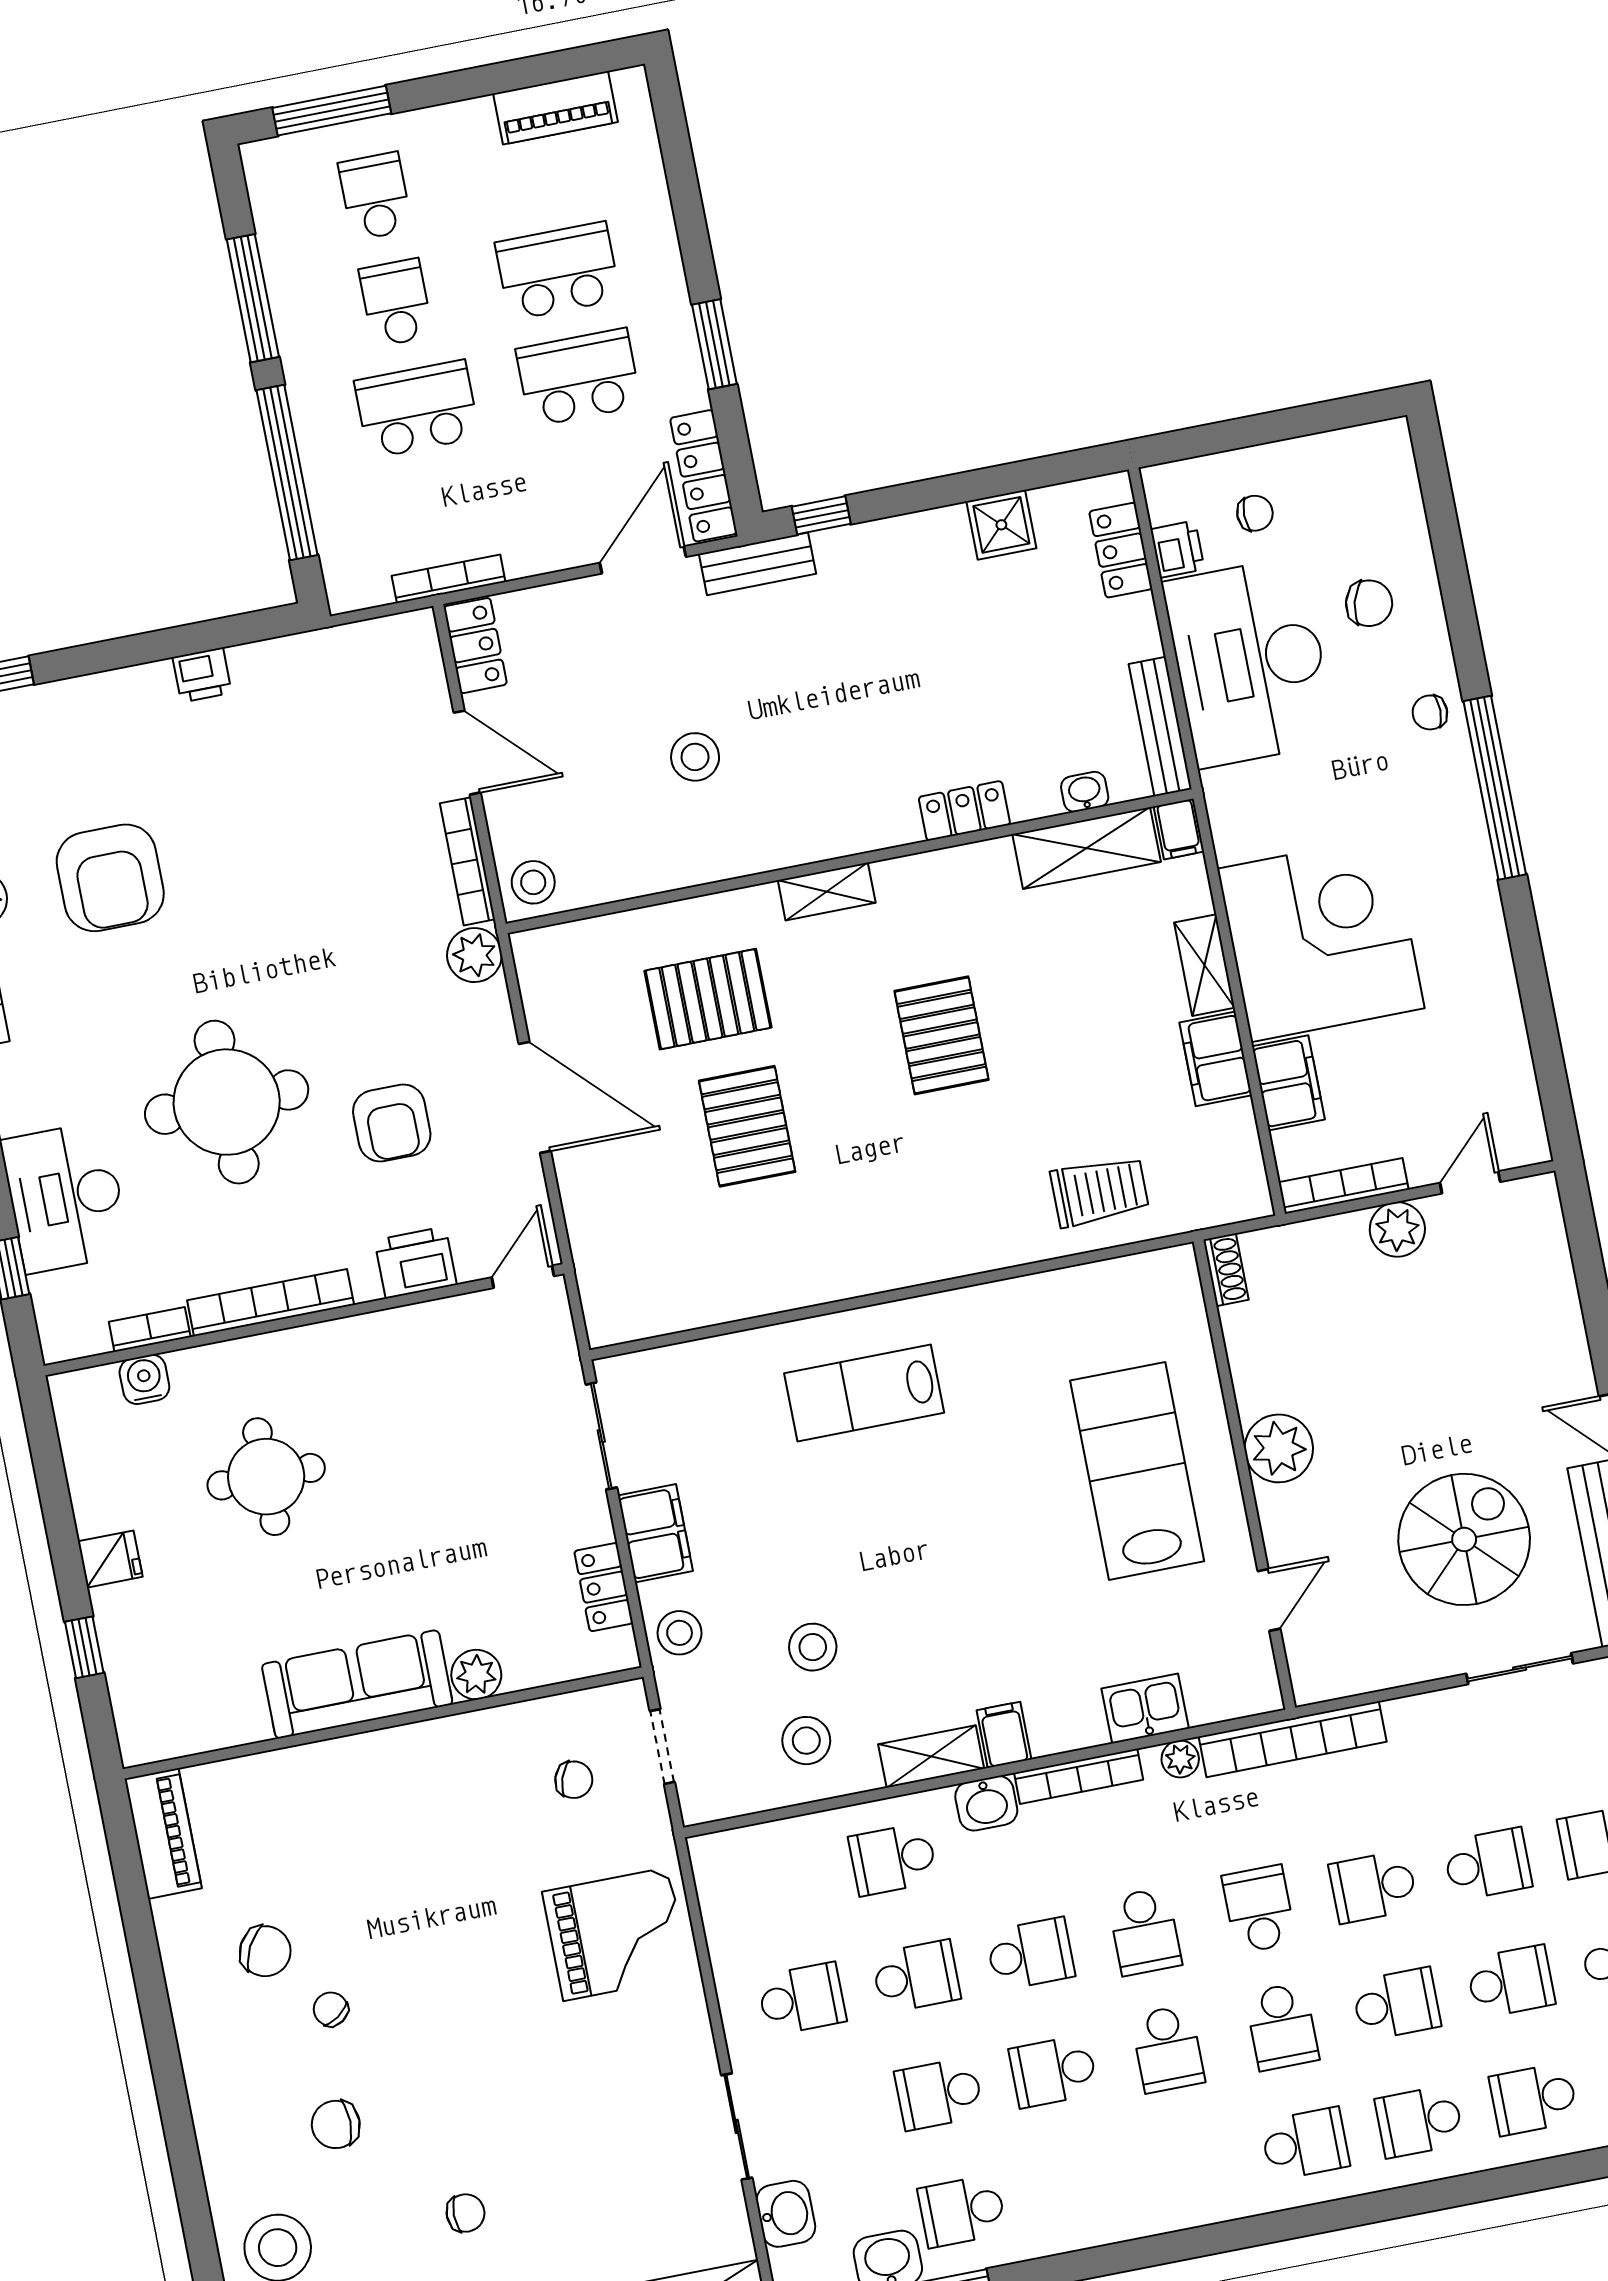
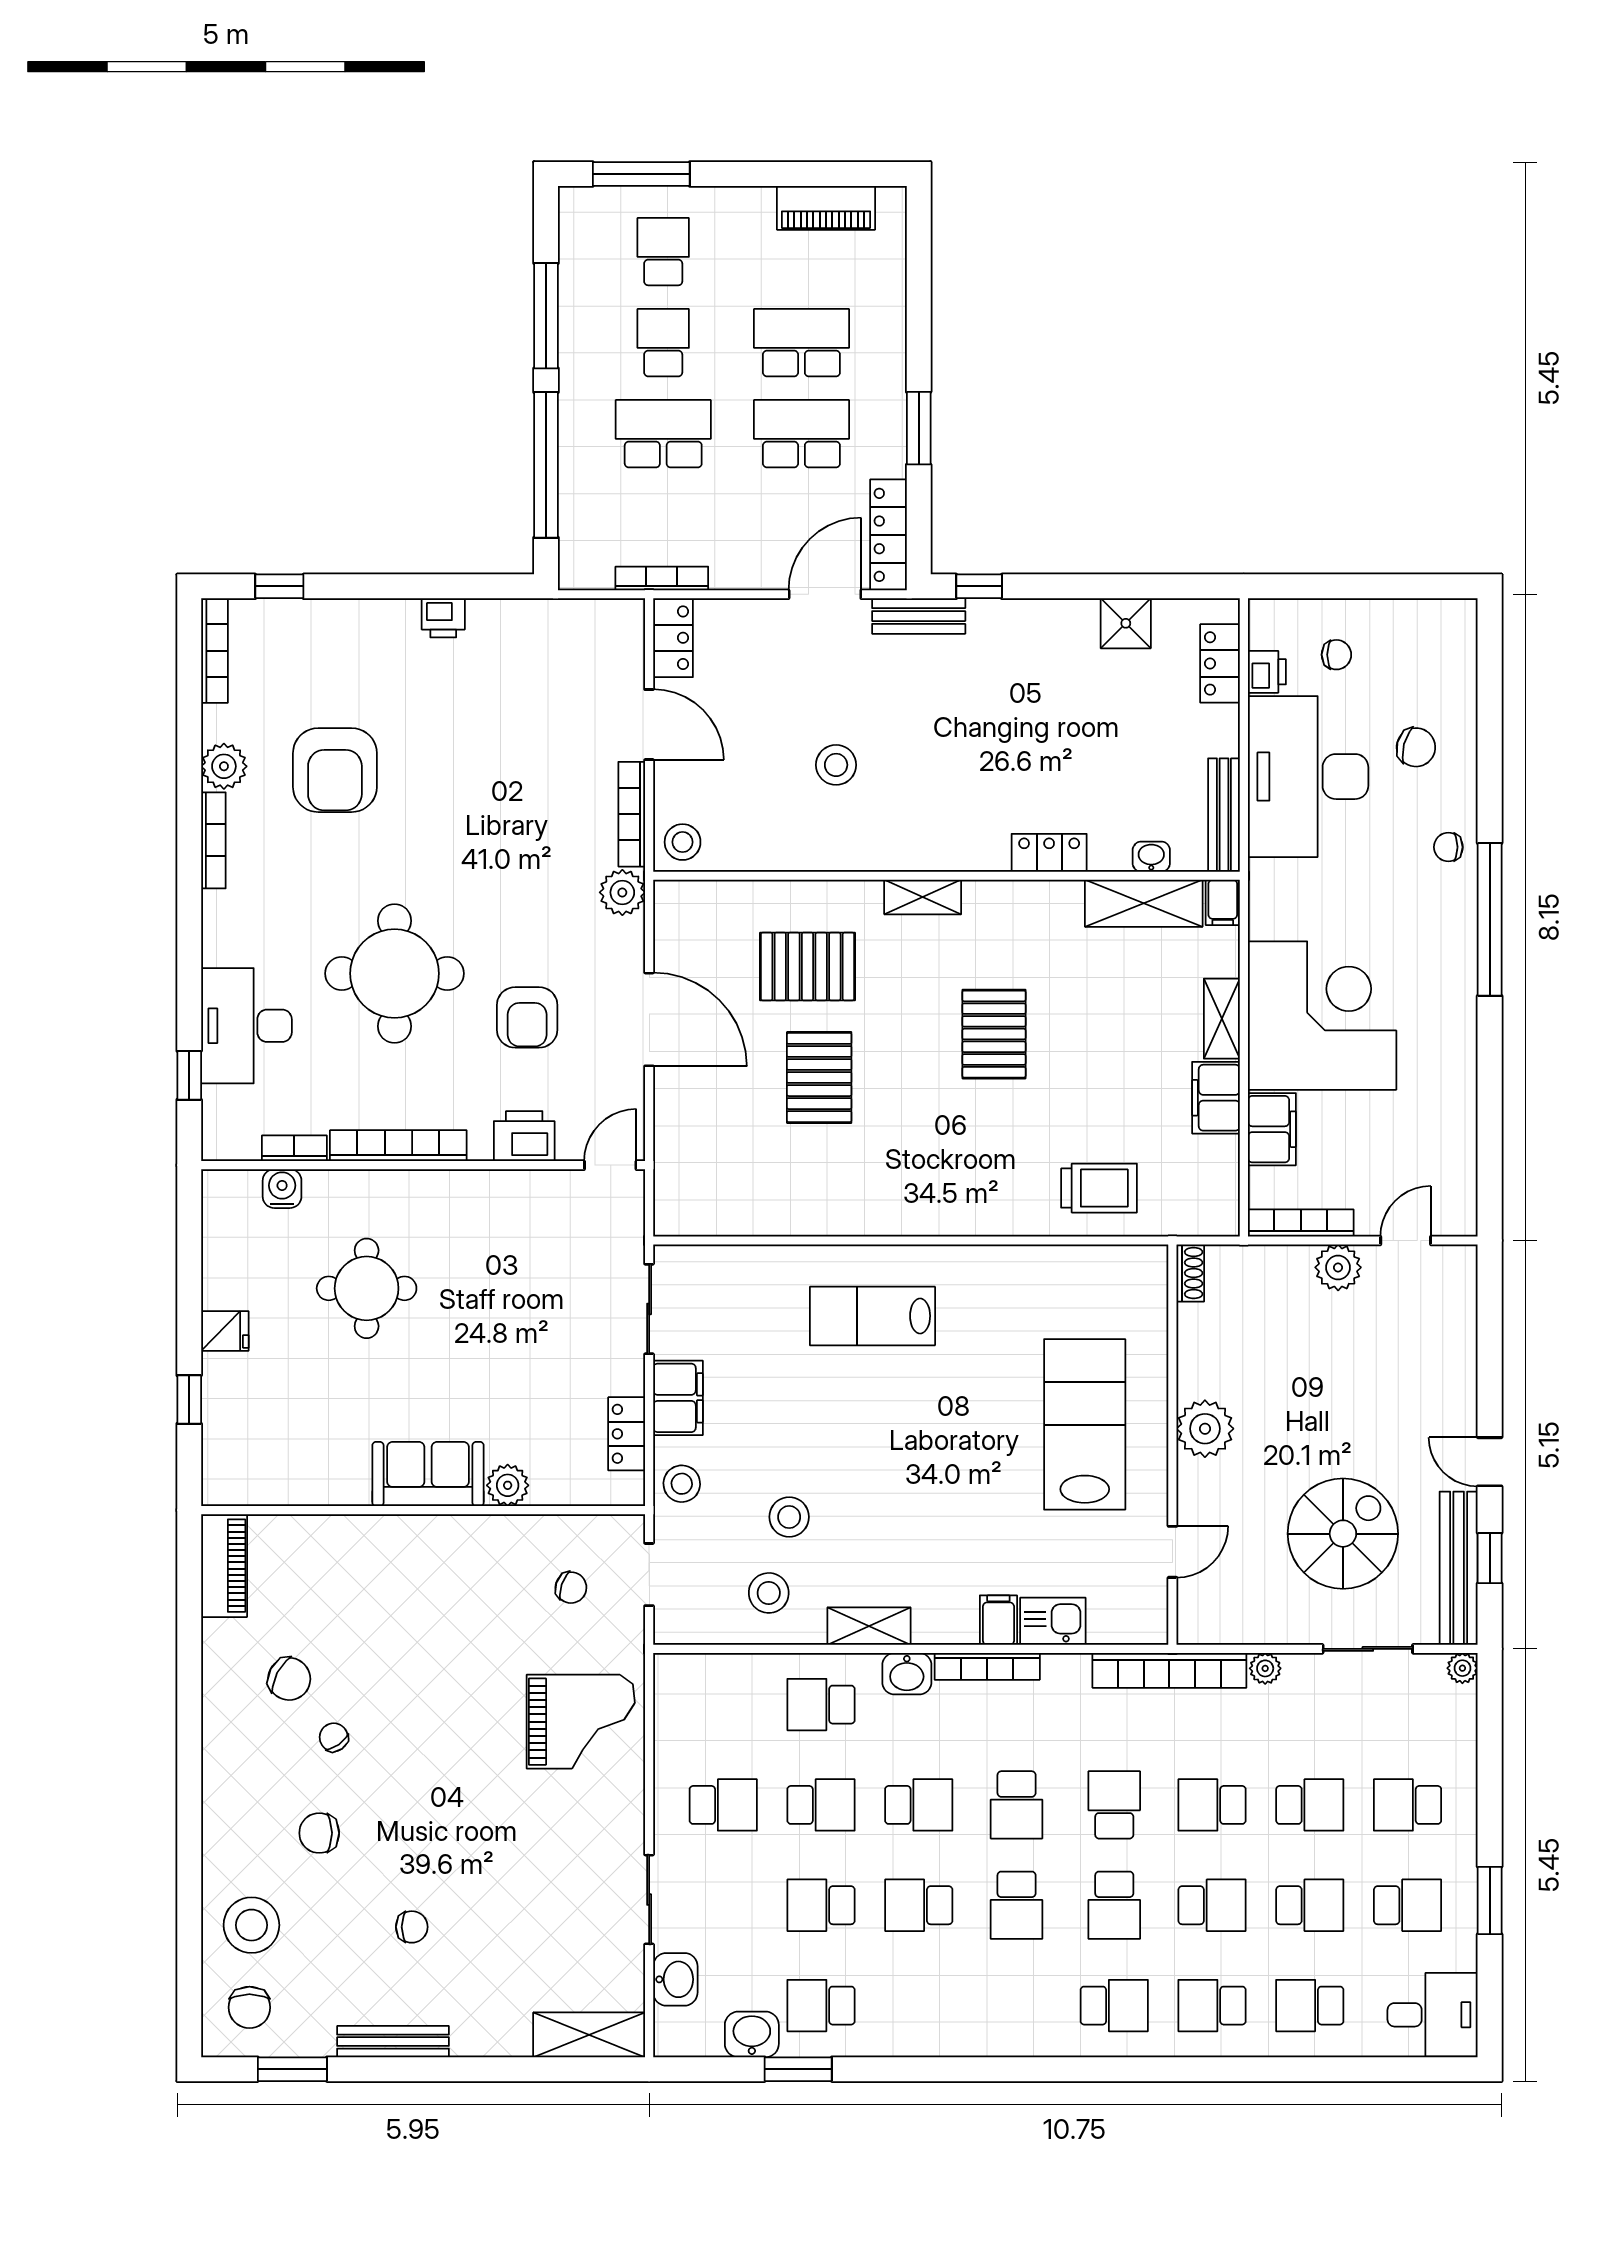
sofa: (357, 1684) -> (428, 1474), width x0.73
filing cabinet: (1004, 1735) -> (998, 1620), moved
plant: (1180, 1759) -> (1265, 1668), moved

